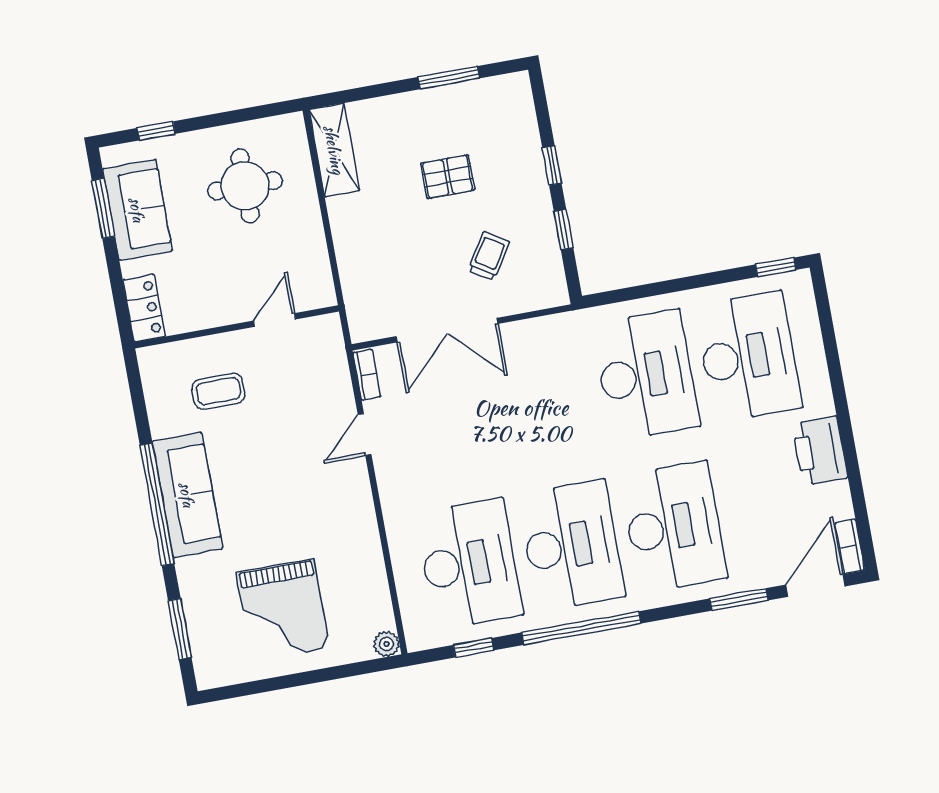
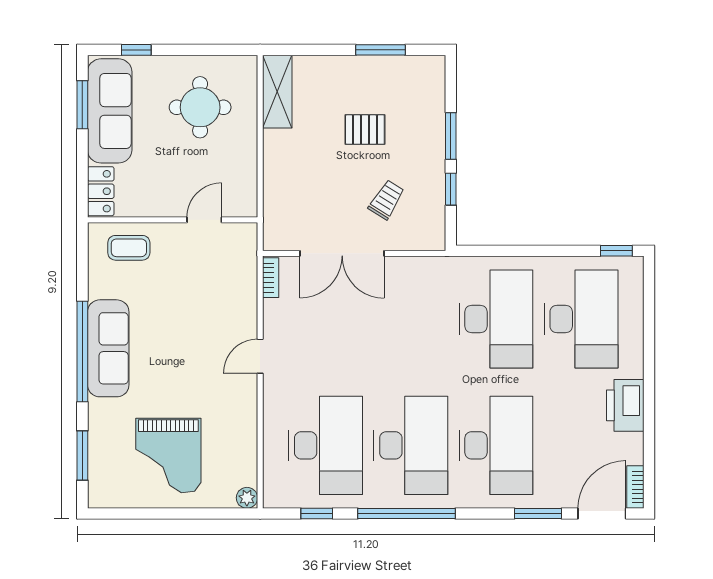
window: (552, 166) -> (451, 136), width x1.50
sofa: (137, 210) -> (110, 111), width x1.36
coffee table: (218, 391) -> (129, 248), moved
door: (365, 435) -> (260, 356), moved

